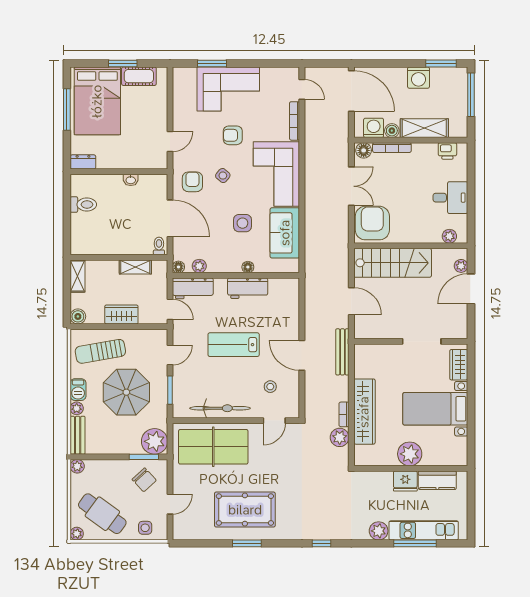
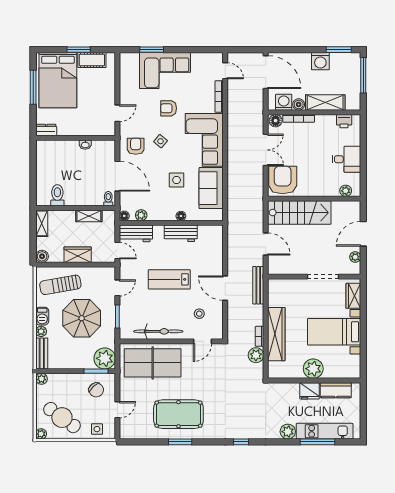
toilet: (83, 205) -> (57, 195), moved, turned -90
plant: (461, 266) -> (355, 257), moved

